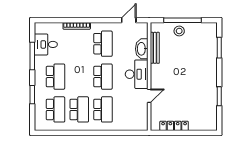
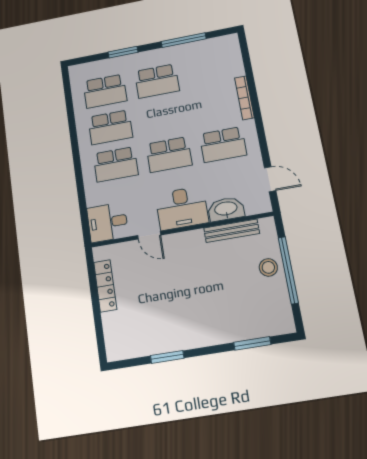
desk: (46, 44) -> (108, 222), moved, turned -90

